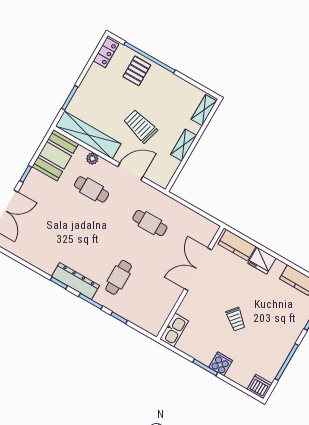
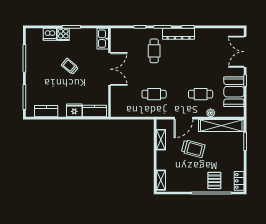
shelving: (184, 145) -> (161, 140), moved
booth: (55, 155) -> (234, 92), moved
double door: (198, 269) -> (109, 69), moved
dishwasher: (260, 387) -> (50, 34), moved

